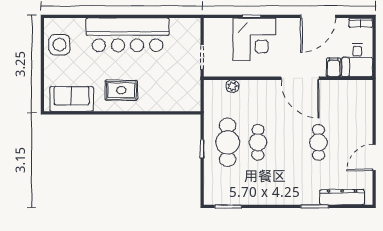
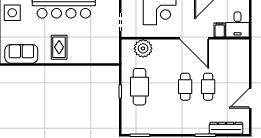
plant: (232, 86) -> (143, 48), width x1.87, depth x1.87
rug: (121, 90) -> (59, 47), turned 90
cafe table: (258, 142) -> (185, 87), moved

